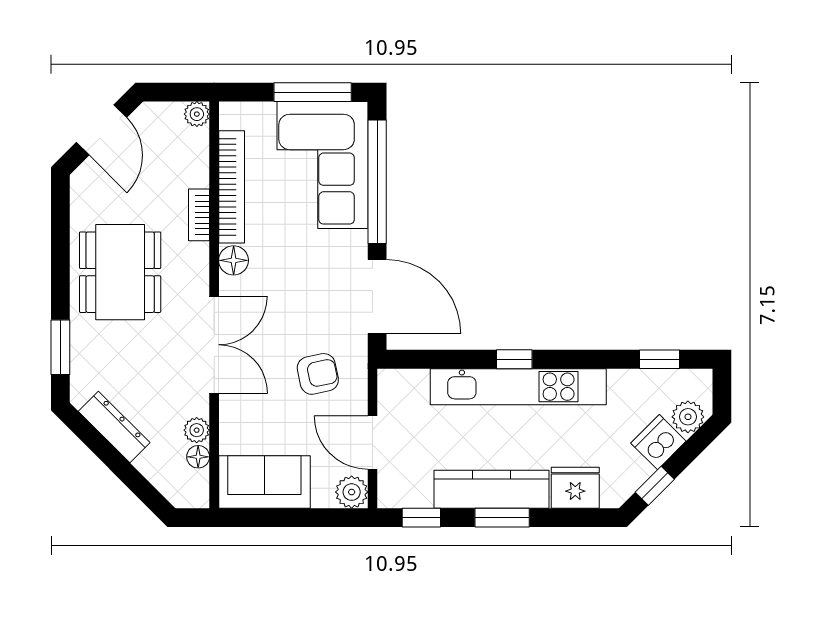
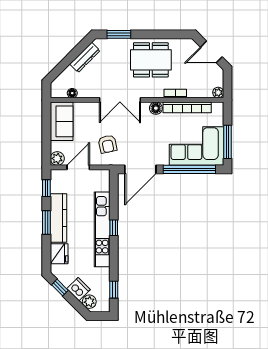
plant: (197, 430) -> (84, 92), removed

